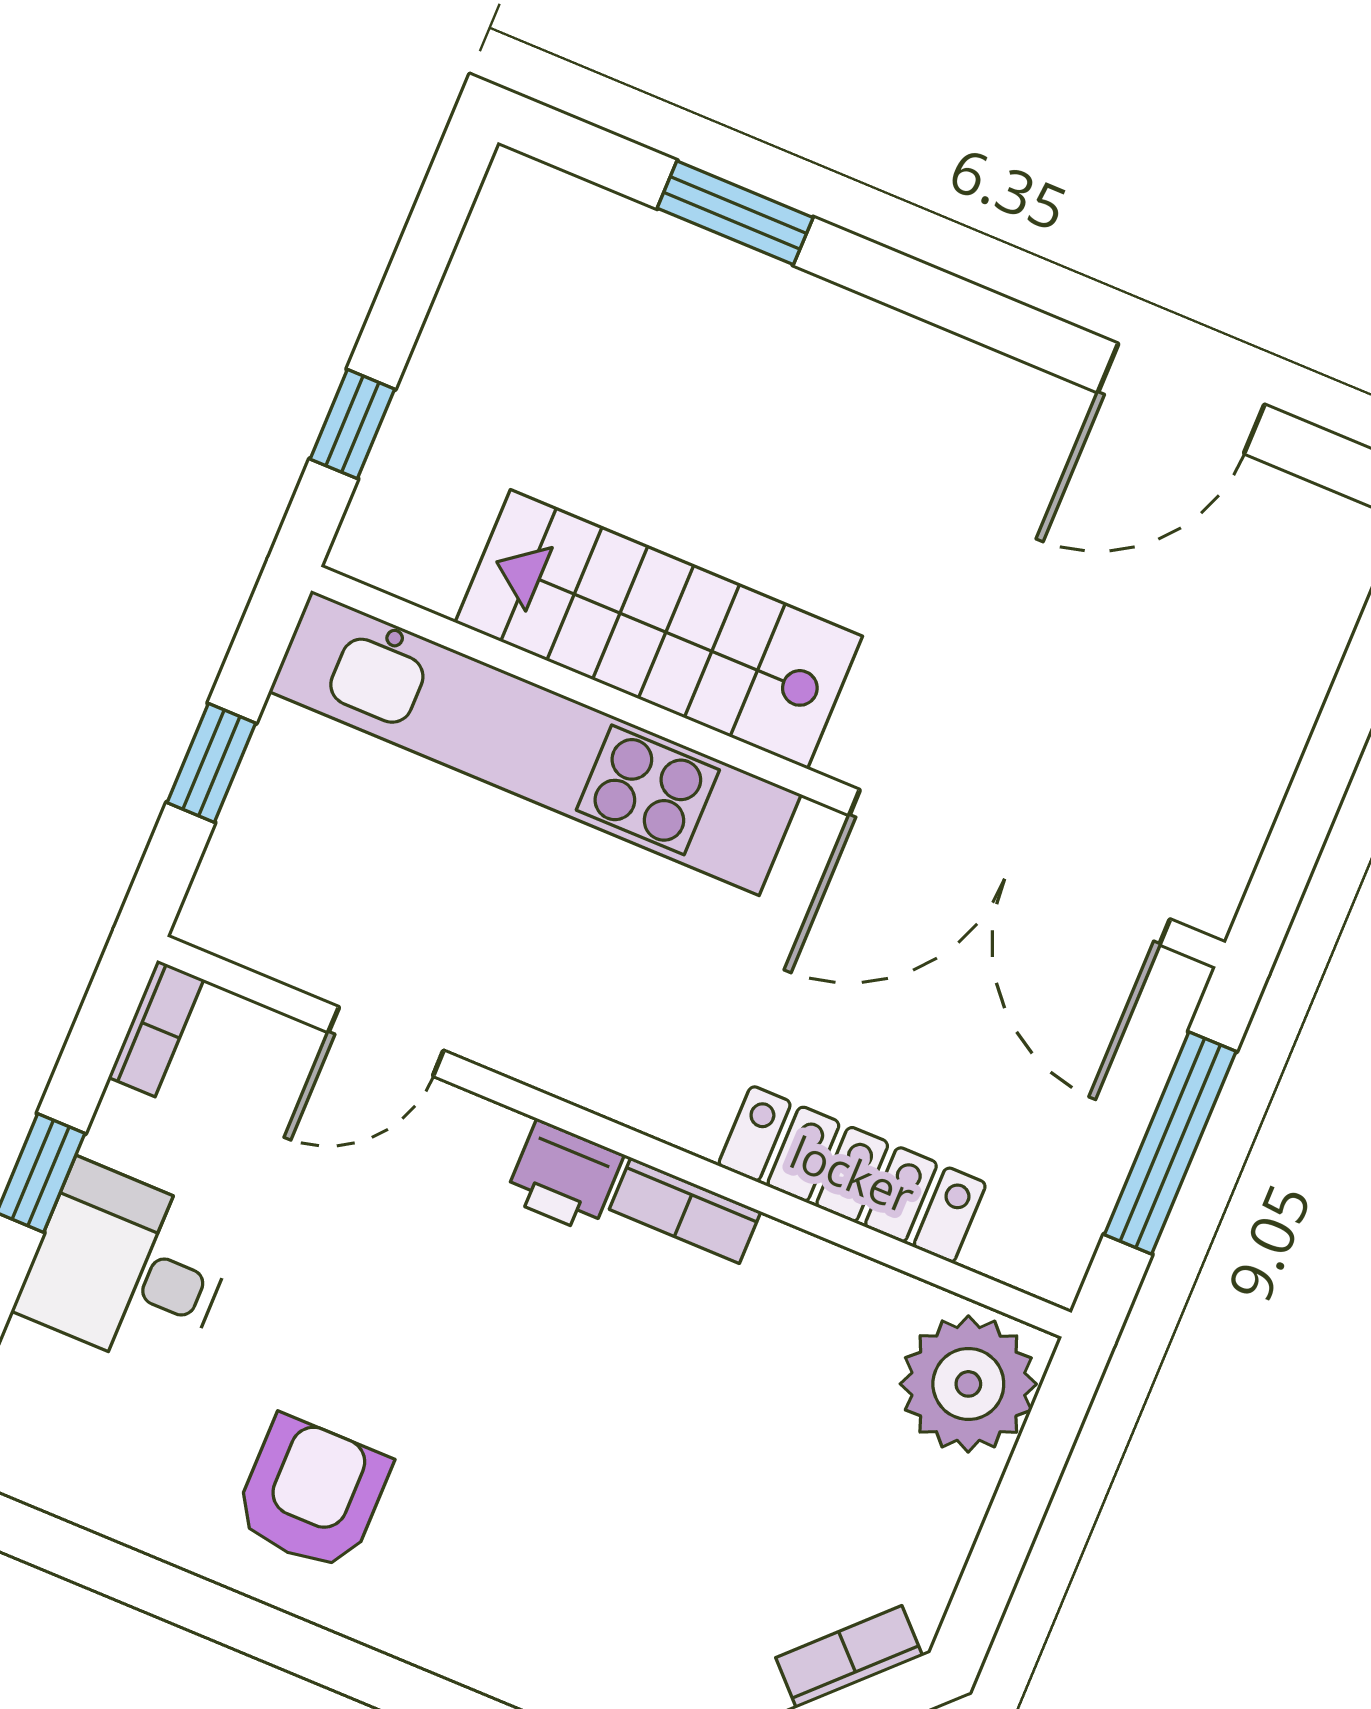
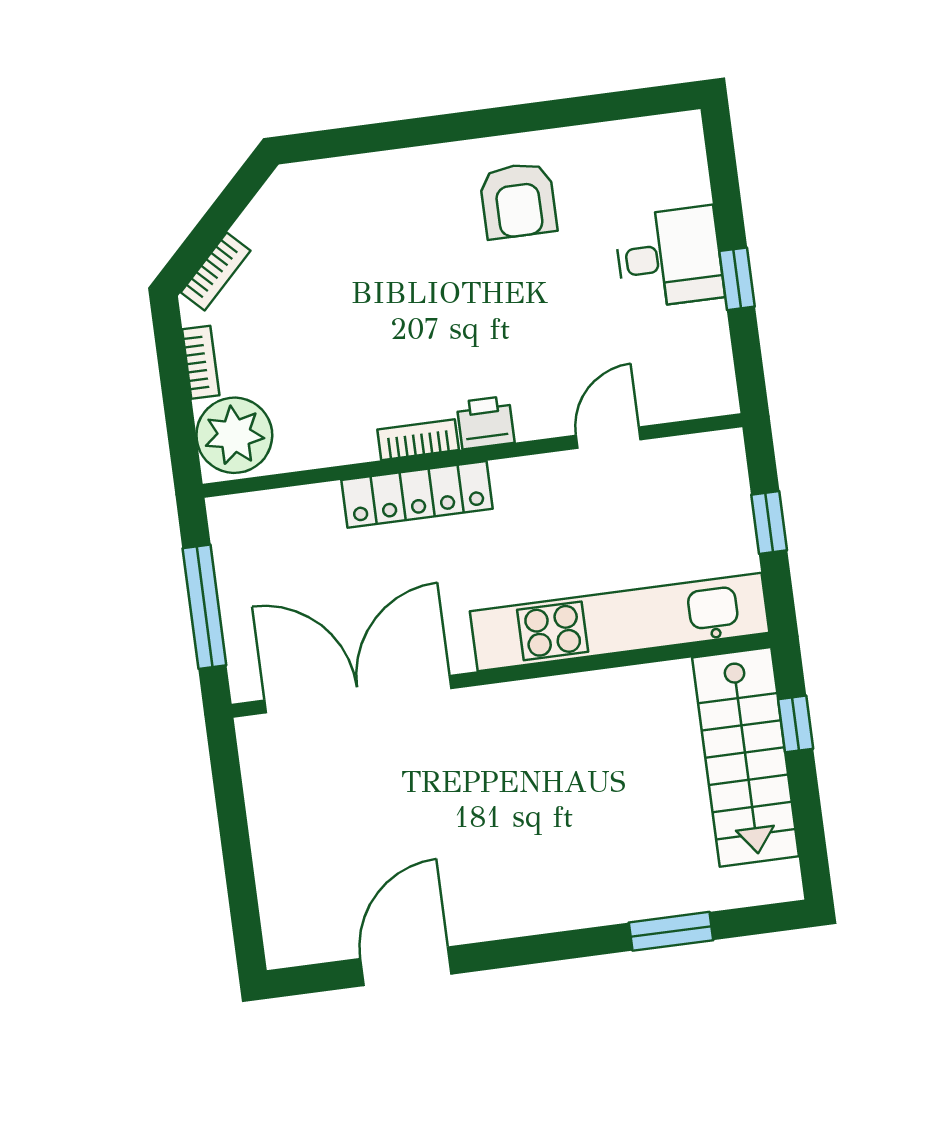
stairs: (659, 629) -> (746, 757), moved, turned 90
bookcase: (156, 1028) -> (201, 362), moved, turned 180
locker: (852, 1174) -> (417, 494), moved

